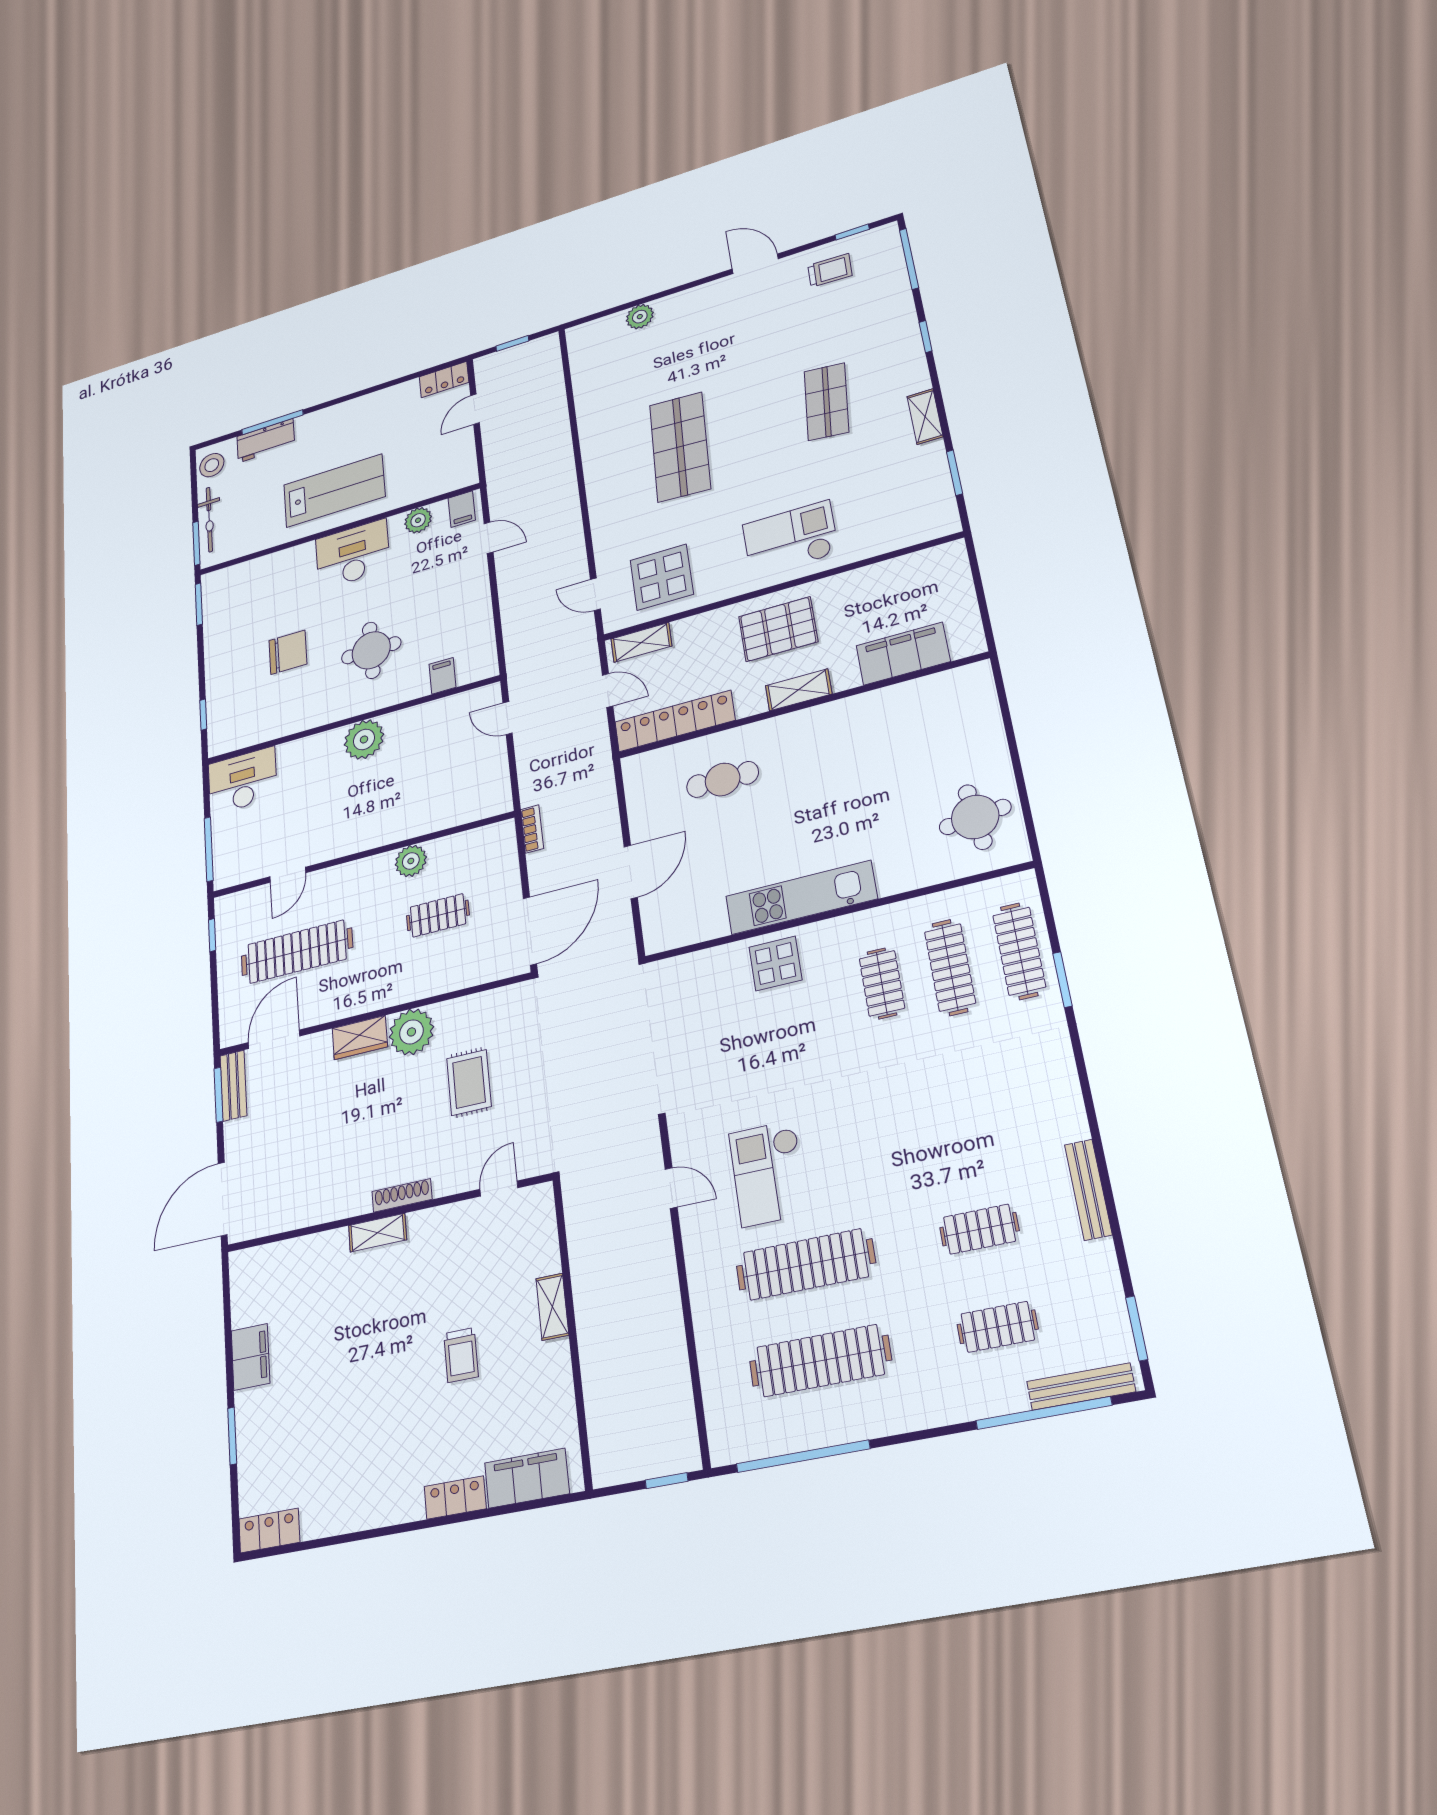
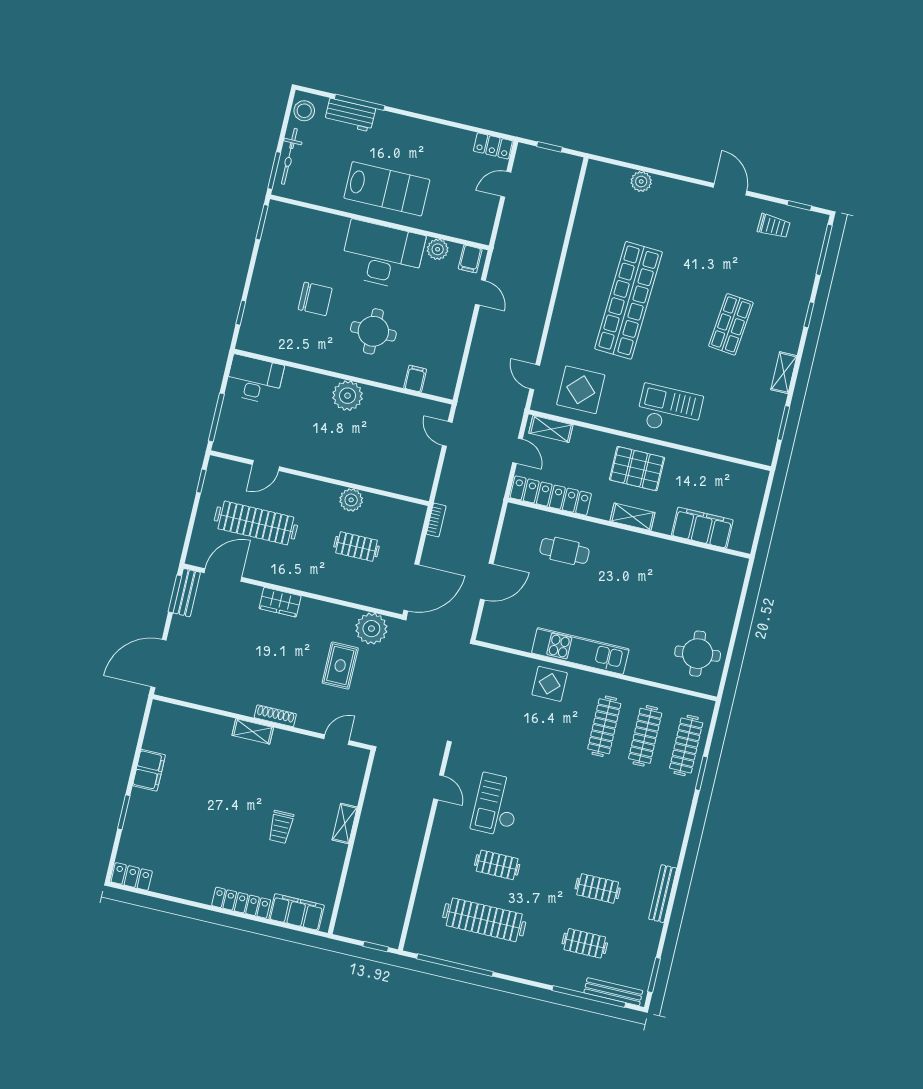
shop shelf: (680, 447) -> (629, 300), width x1.40
desk: (353, 554) -> (382, 255), width x1.36, depth x1.30
clothes rail: (882, 983) -> (604, 726), width x1.36
plant: (411, 1032) -> (371, 629), moved
clothes rail: (805, 1264) -> (497, 865), width x0.54, depth x0.76
locker: (455, 1498) -> (241, 903), width x1.53

